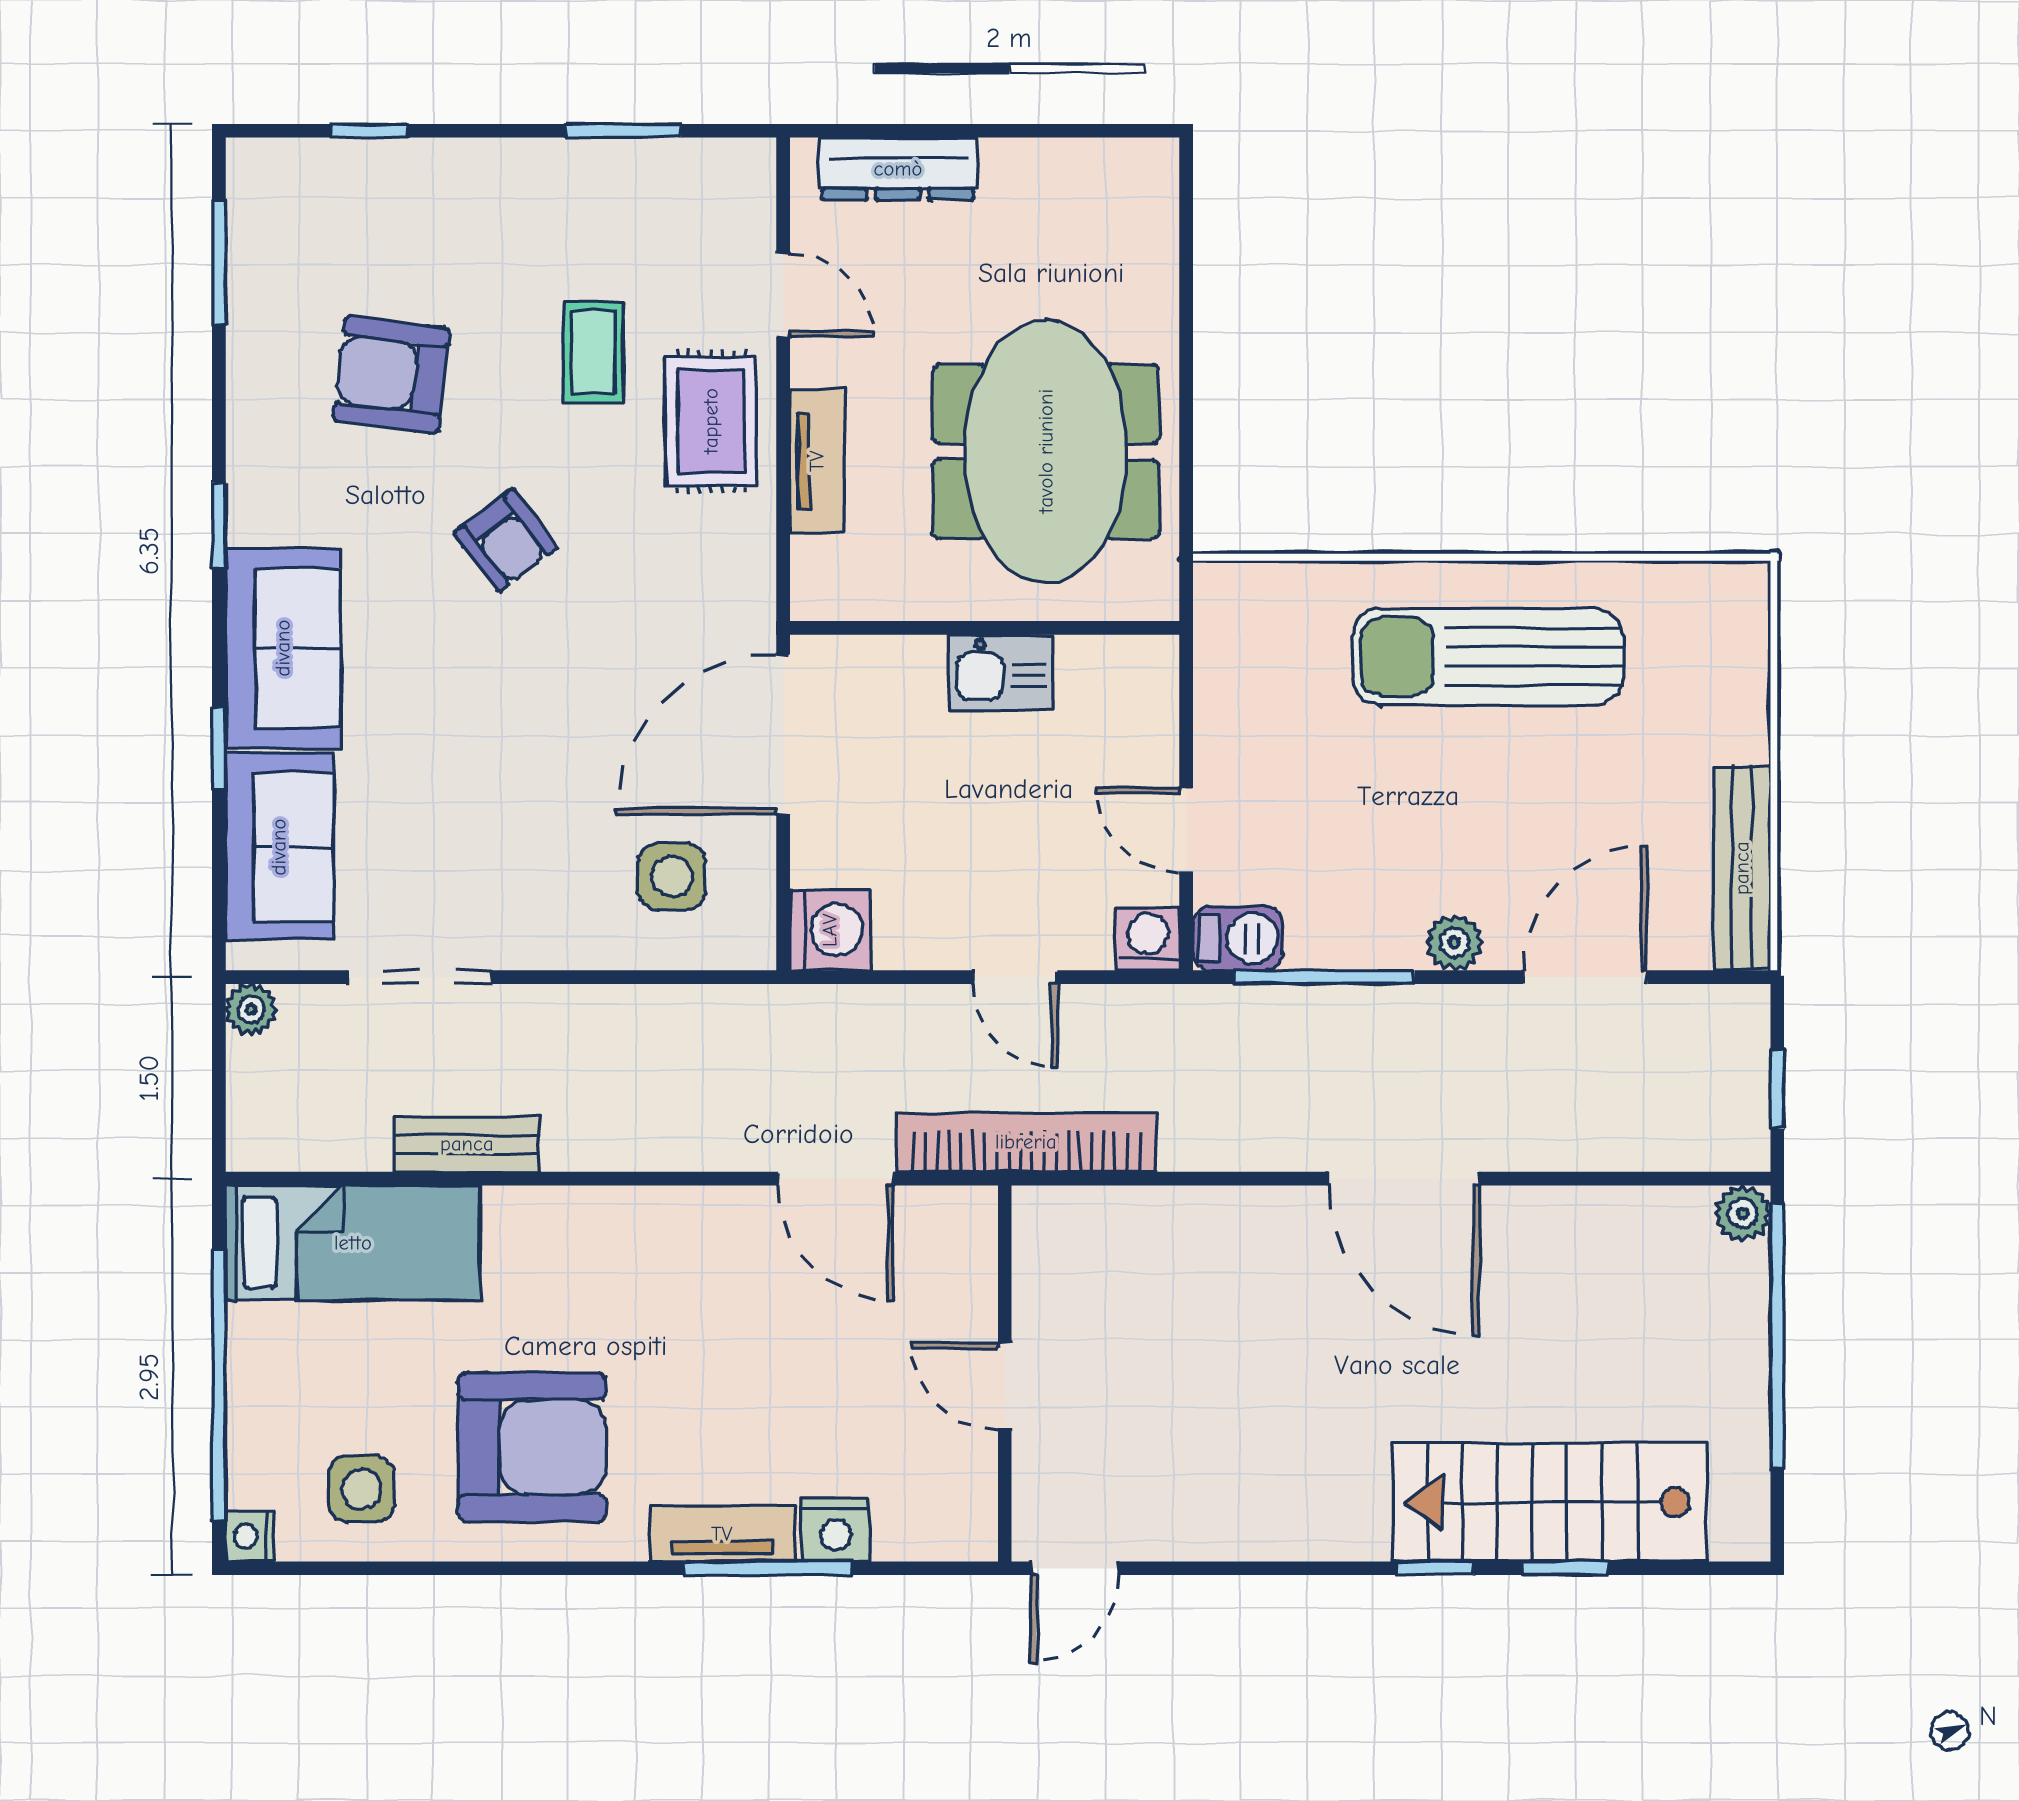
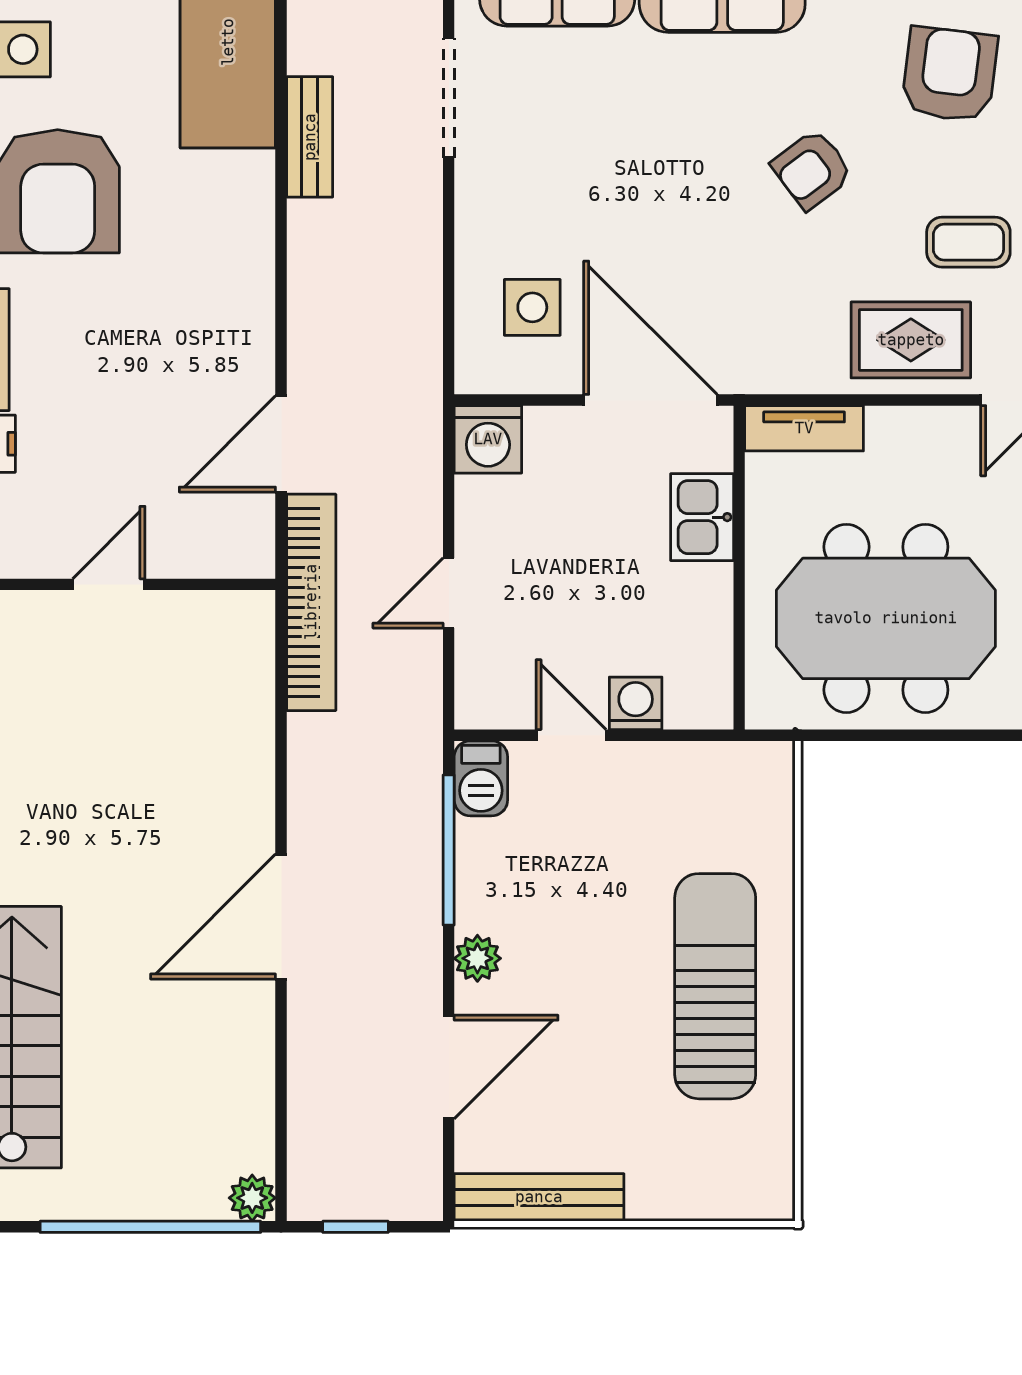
tv unit: (817, 461) -> (804, 428), moved
kitchen sink: (1001, 672) -> (702, 517), moved
door: (1186, 830) -> (571, 735), hinge flipped
washing machine: (1148, 939) -> (636, 703), moved, turned -90
door: (1585, 977) -> (449, 1067), hinge flipped

